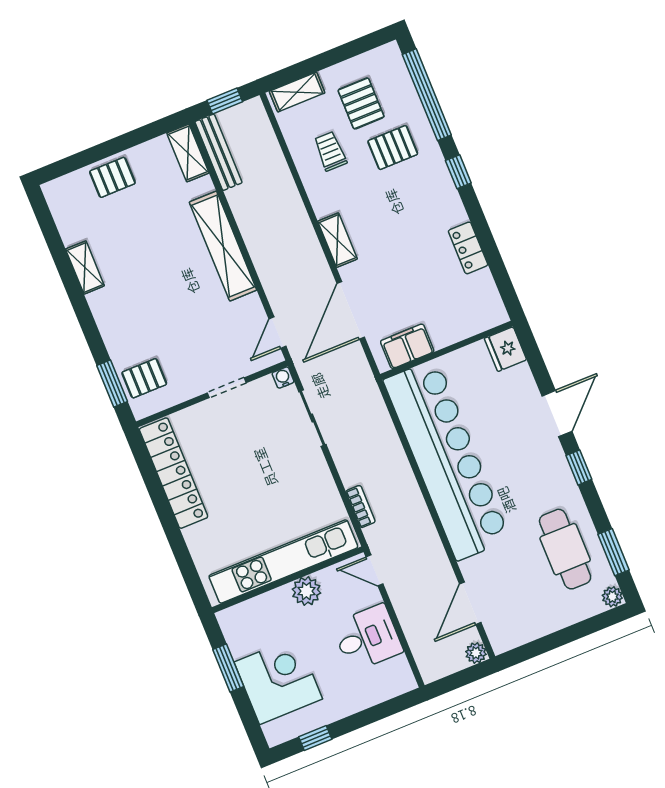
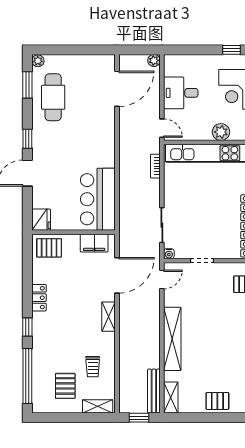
pallet: (393, 148) -> (49, 248), moved
locker: (468, 248) -> (39, 298), moved
bar counter: (447, 460) -> (98, 199), width x0.54
plant: (306, 591) -> (221, 132), moved
door: (470, 603) -> (117, 89), width x1.36
plant: (476, 653) -> (154, 60), moved

